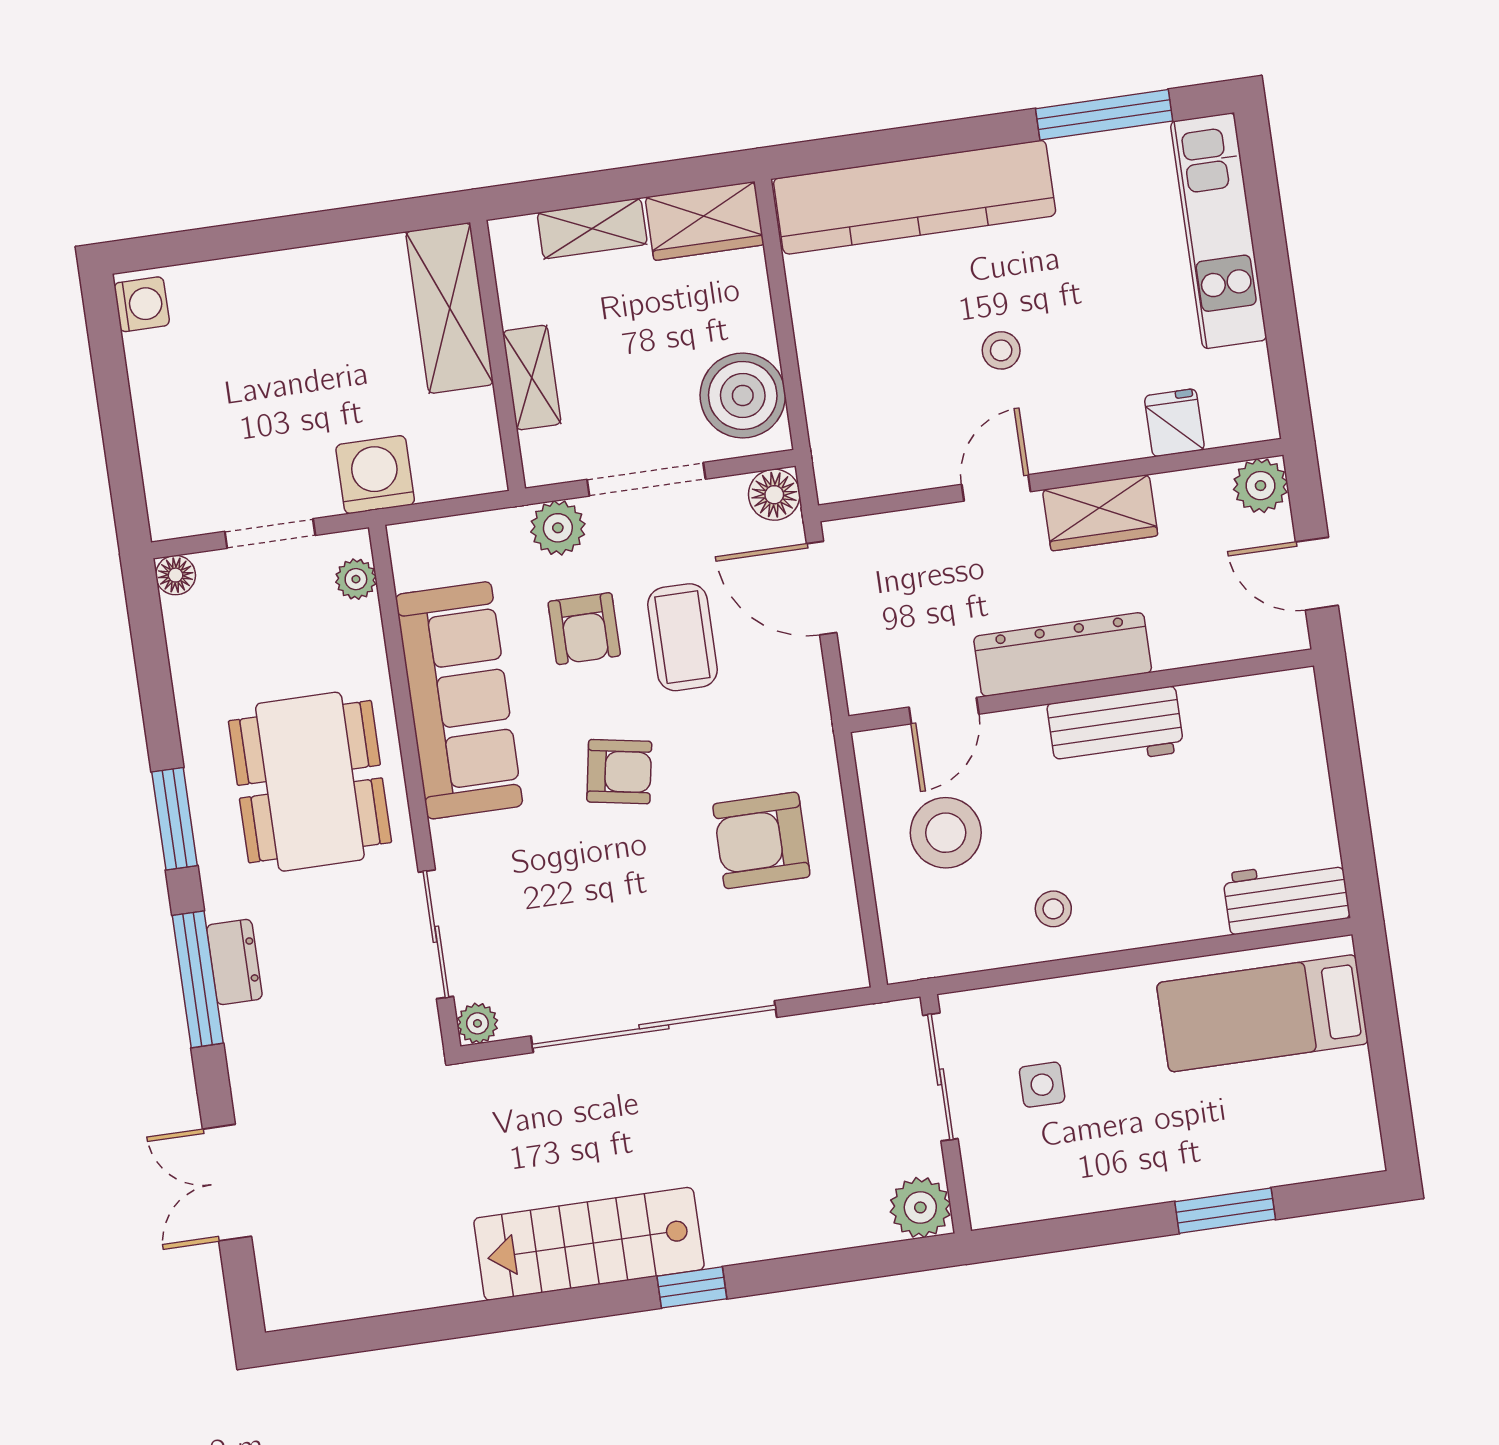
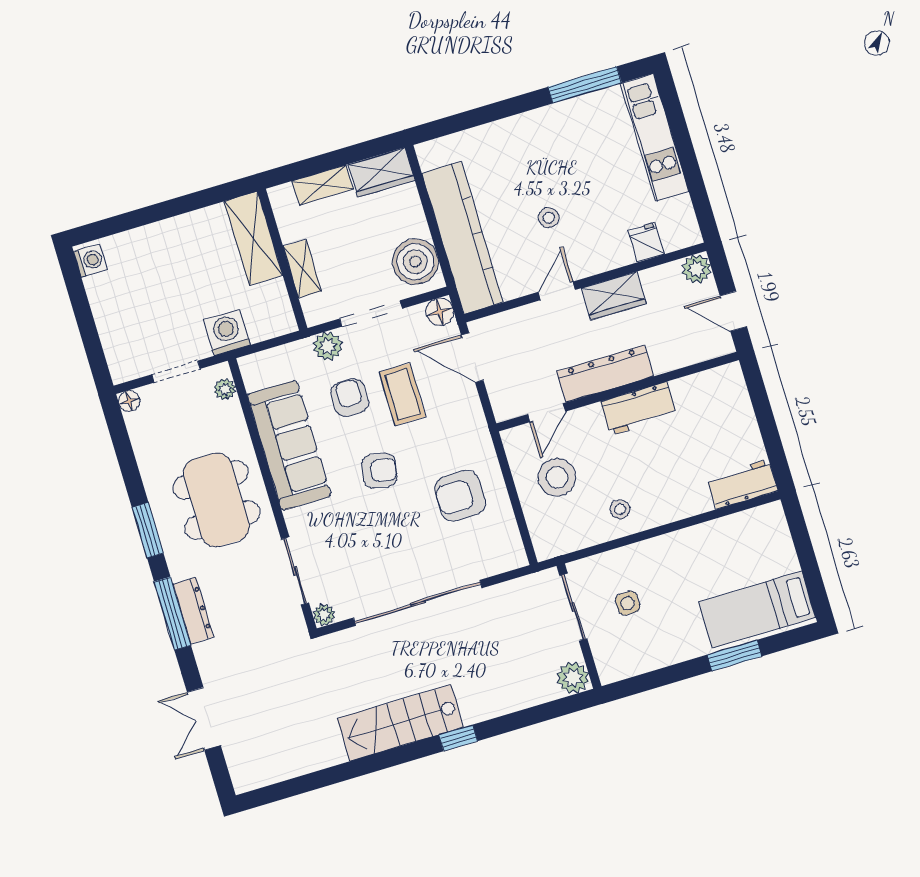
kitchen counter: (915, 197) -> (462, 238), moved, turned -90
armchair: (584, 629) -> (350, 398), turned 180
dresser: (234, 962) -> (193, 610), width x1.44
bed: (1262, 1013) -> (757, 610), moved

